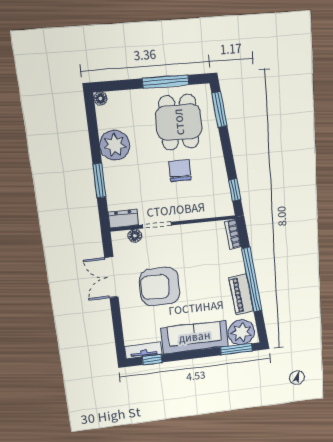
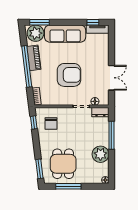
chair: (180, 171) -> (51, 124), moved
window: (99, 181) -> (111, 135), width x1.44
armchair: (160, 287) -> (69, 75), moved

